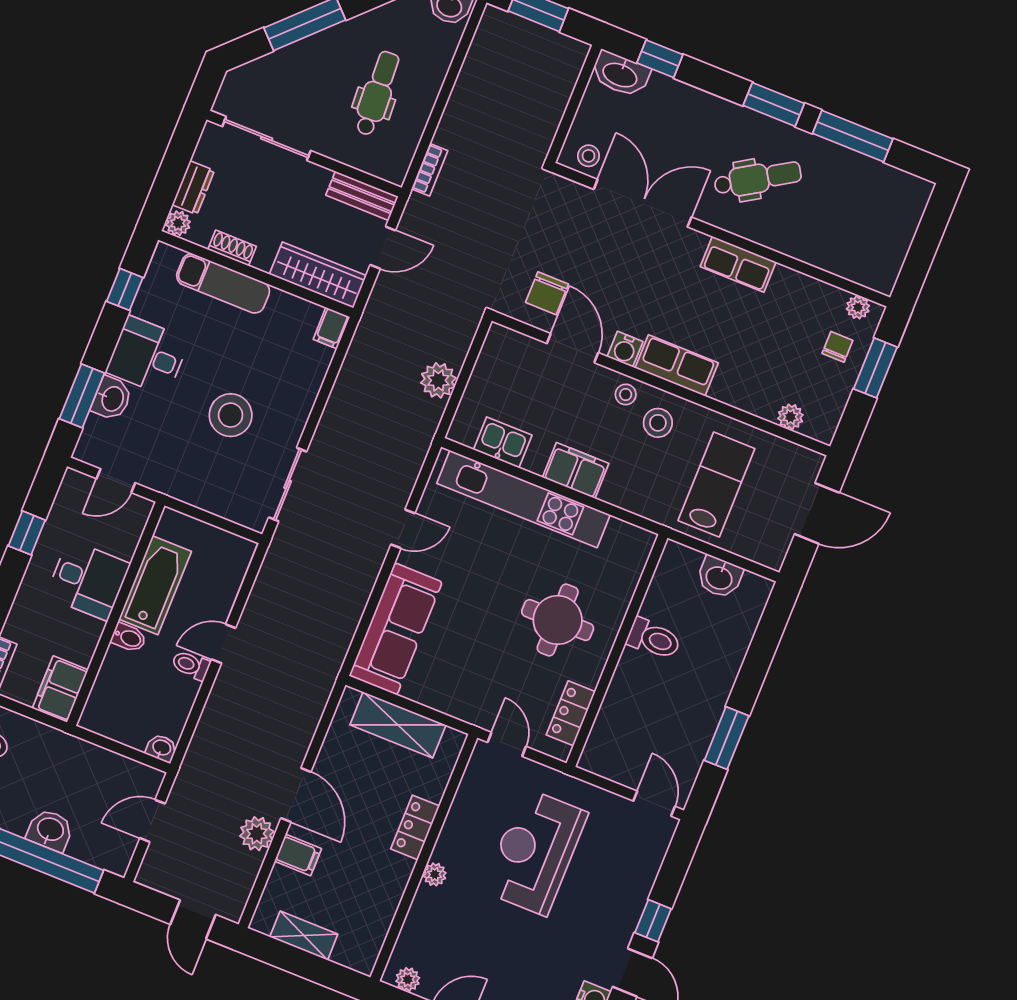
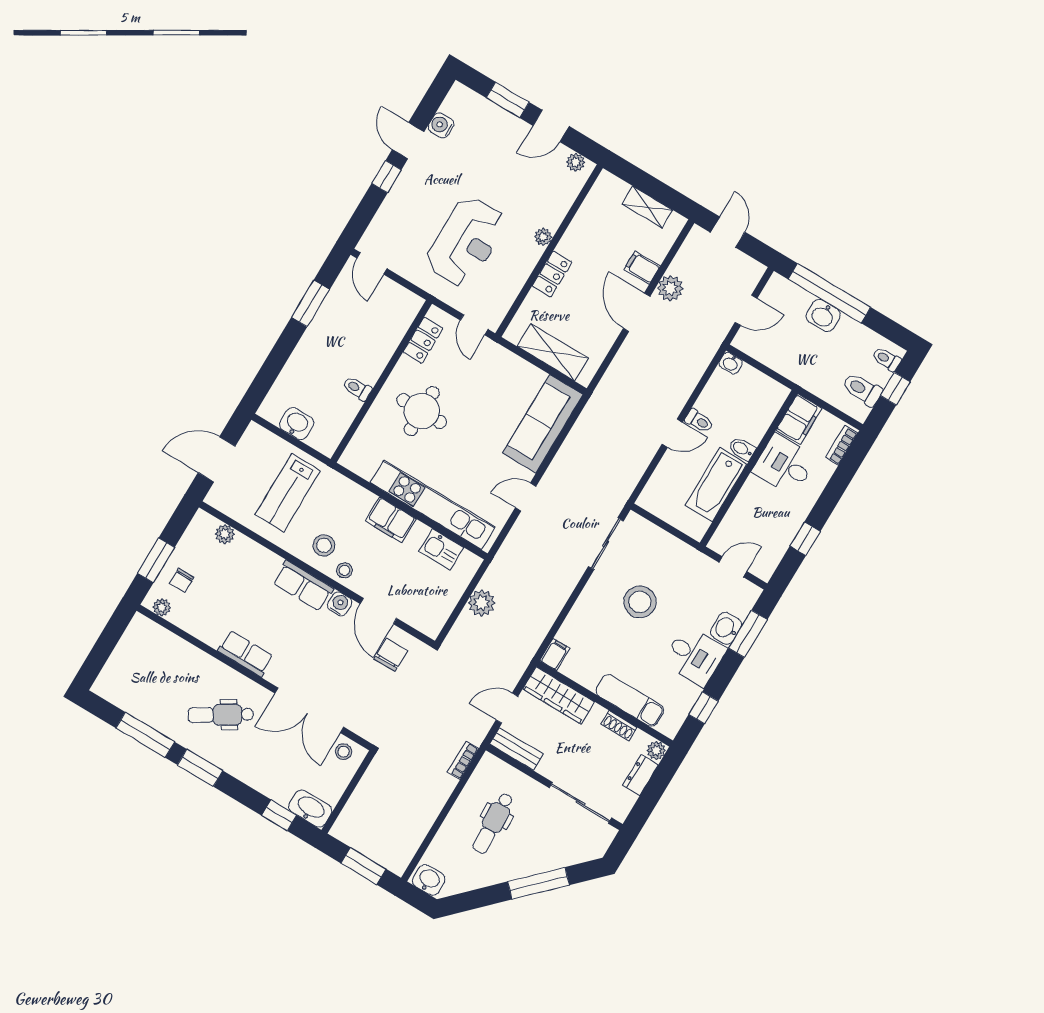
desk: (88, 580) -> (784, 465), moved
toilet: (654, 639) -> (357, 388), width x0.73, depth x0.72

